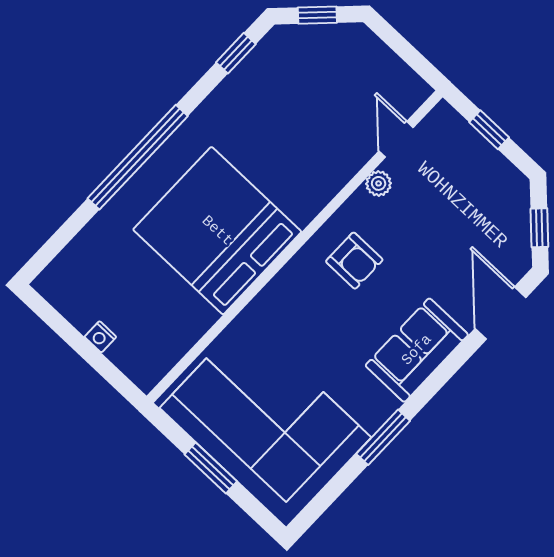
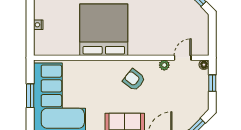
floor lamp: (443, 114) -> (204, 65), added
armchair: (354, 261) -> (134, 80), turned 128

